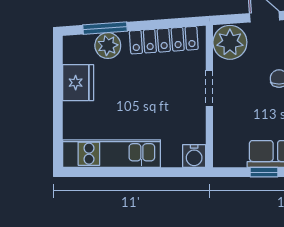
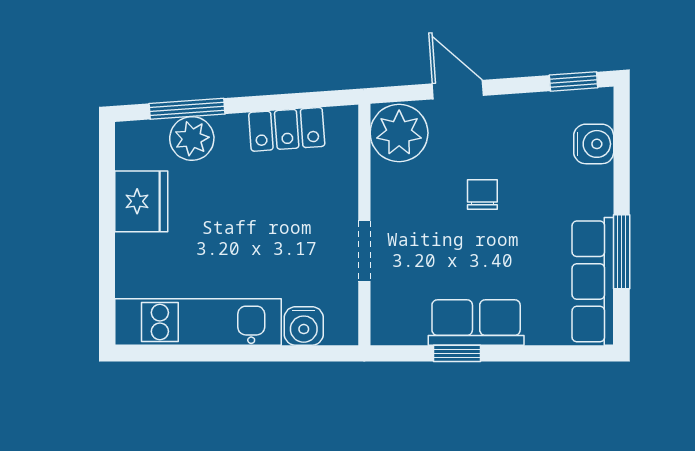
locker: (164, 40) -> (287, 129), width x0.66
doorway: (209, 88) -> (364, 251), moved
water cooler: (194, 156) -> (304, 326), moved

